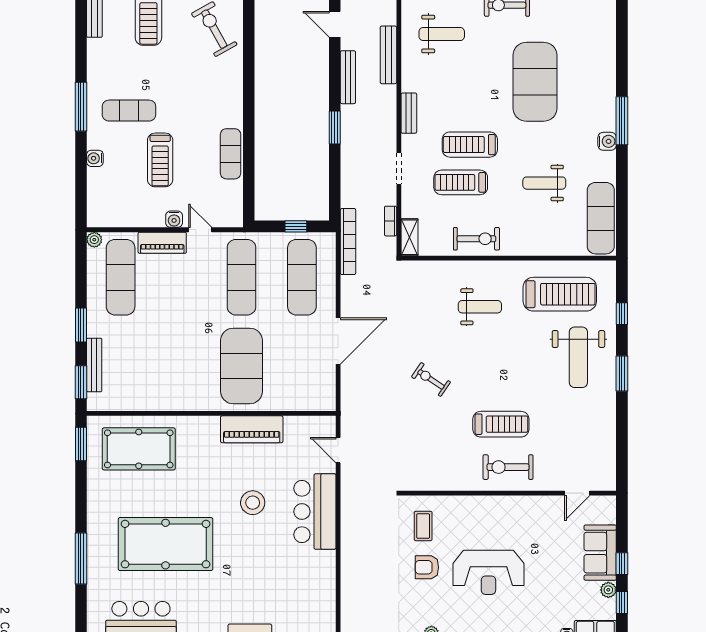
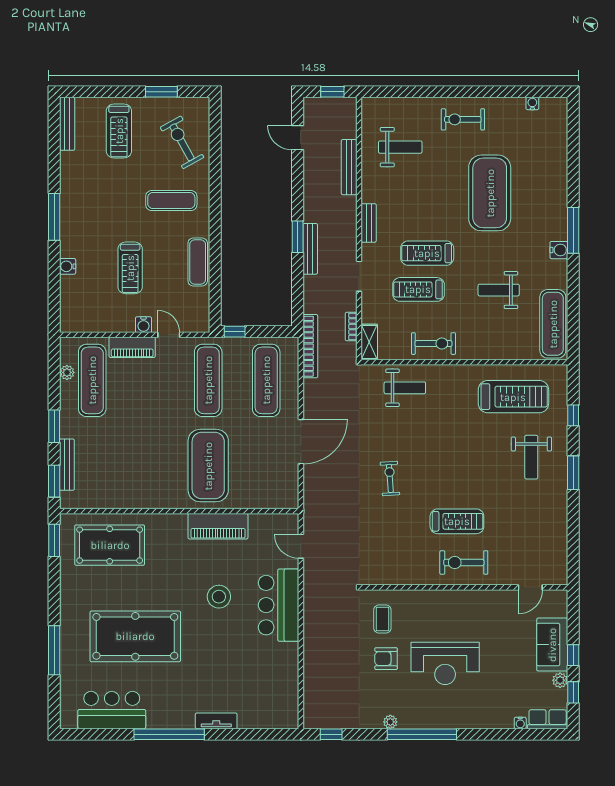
bench: (348, 77) -> (310, 249), moved
exercise mat: (129, 111) -> (171, 201), moved
window: (296, 226) -> (235, 332), moved
plant: (94, 240) -> (67, 372), moved
weight bench: (480, 307) -> (405, 388), moved
weight bench: (578, 357) -> (531, 457), width x0.73, depth x0.75
exercise bike: (431, 379) -> (390, 478), turned 52

